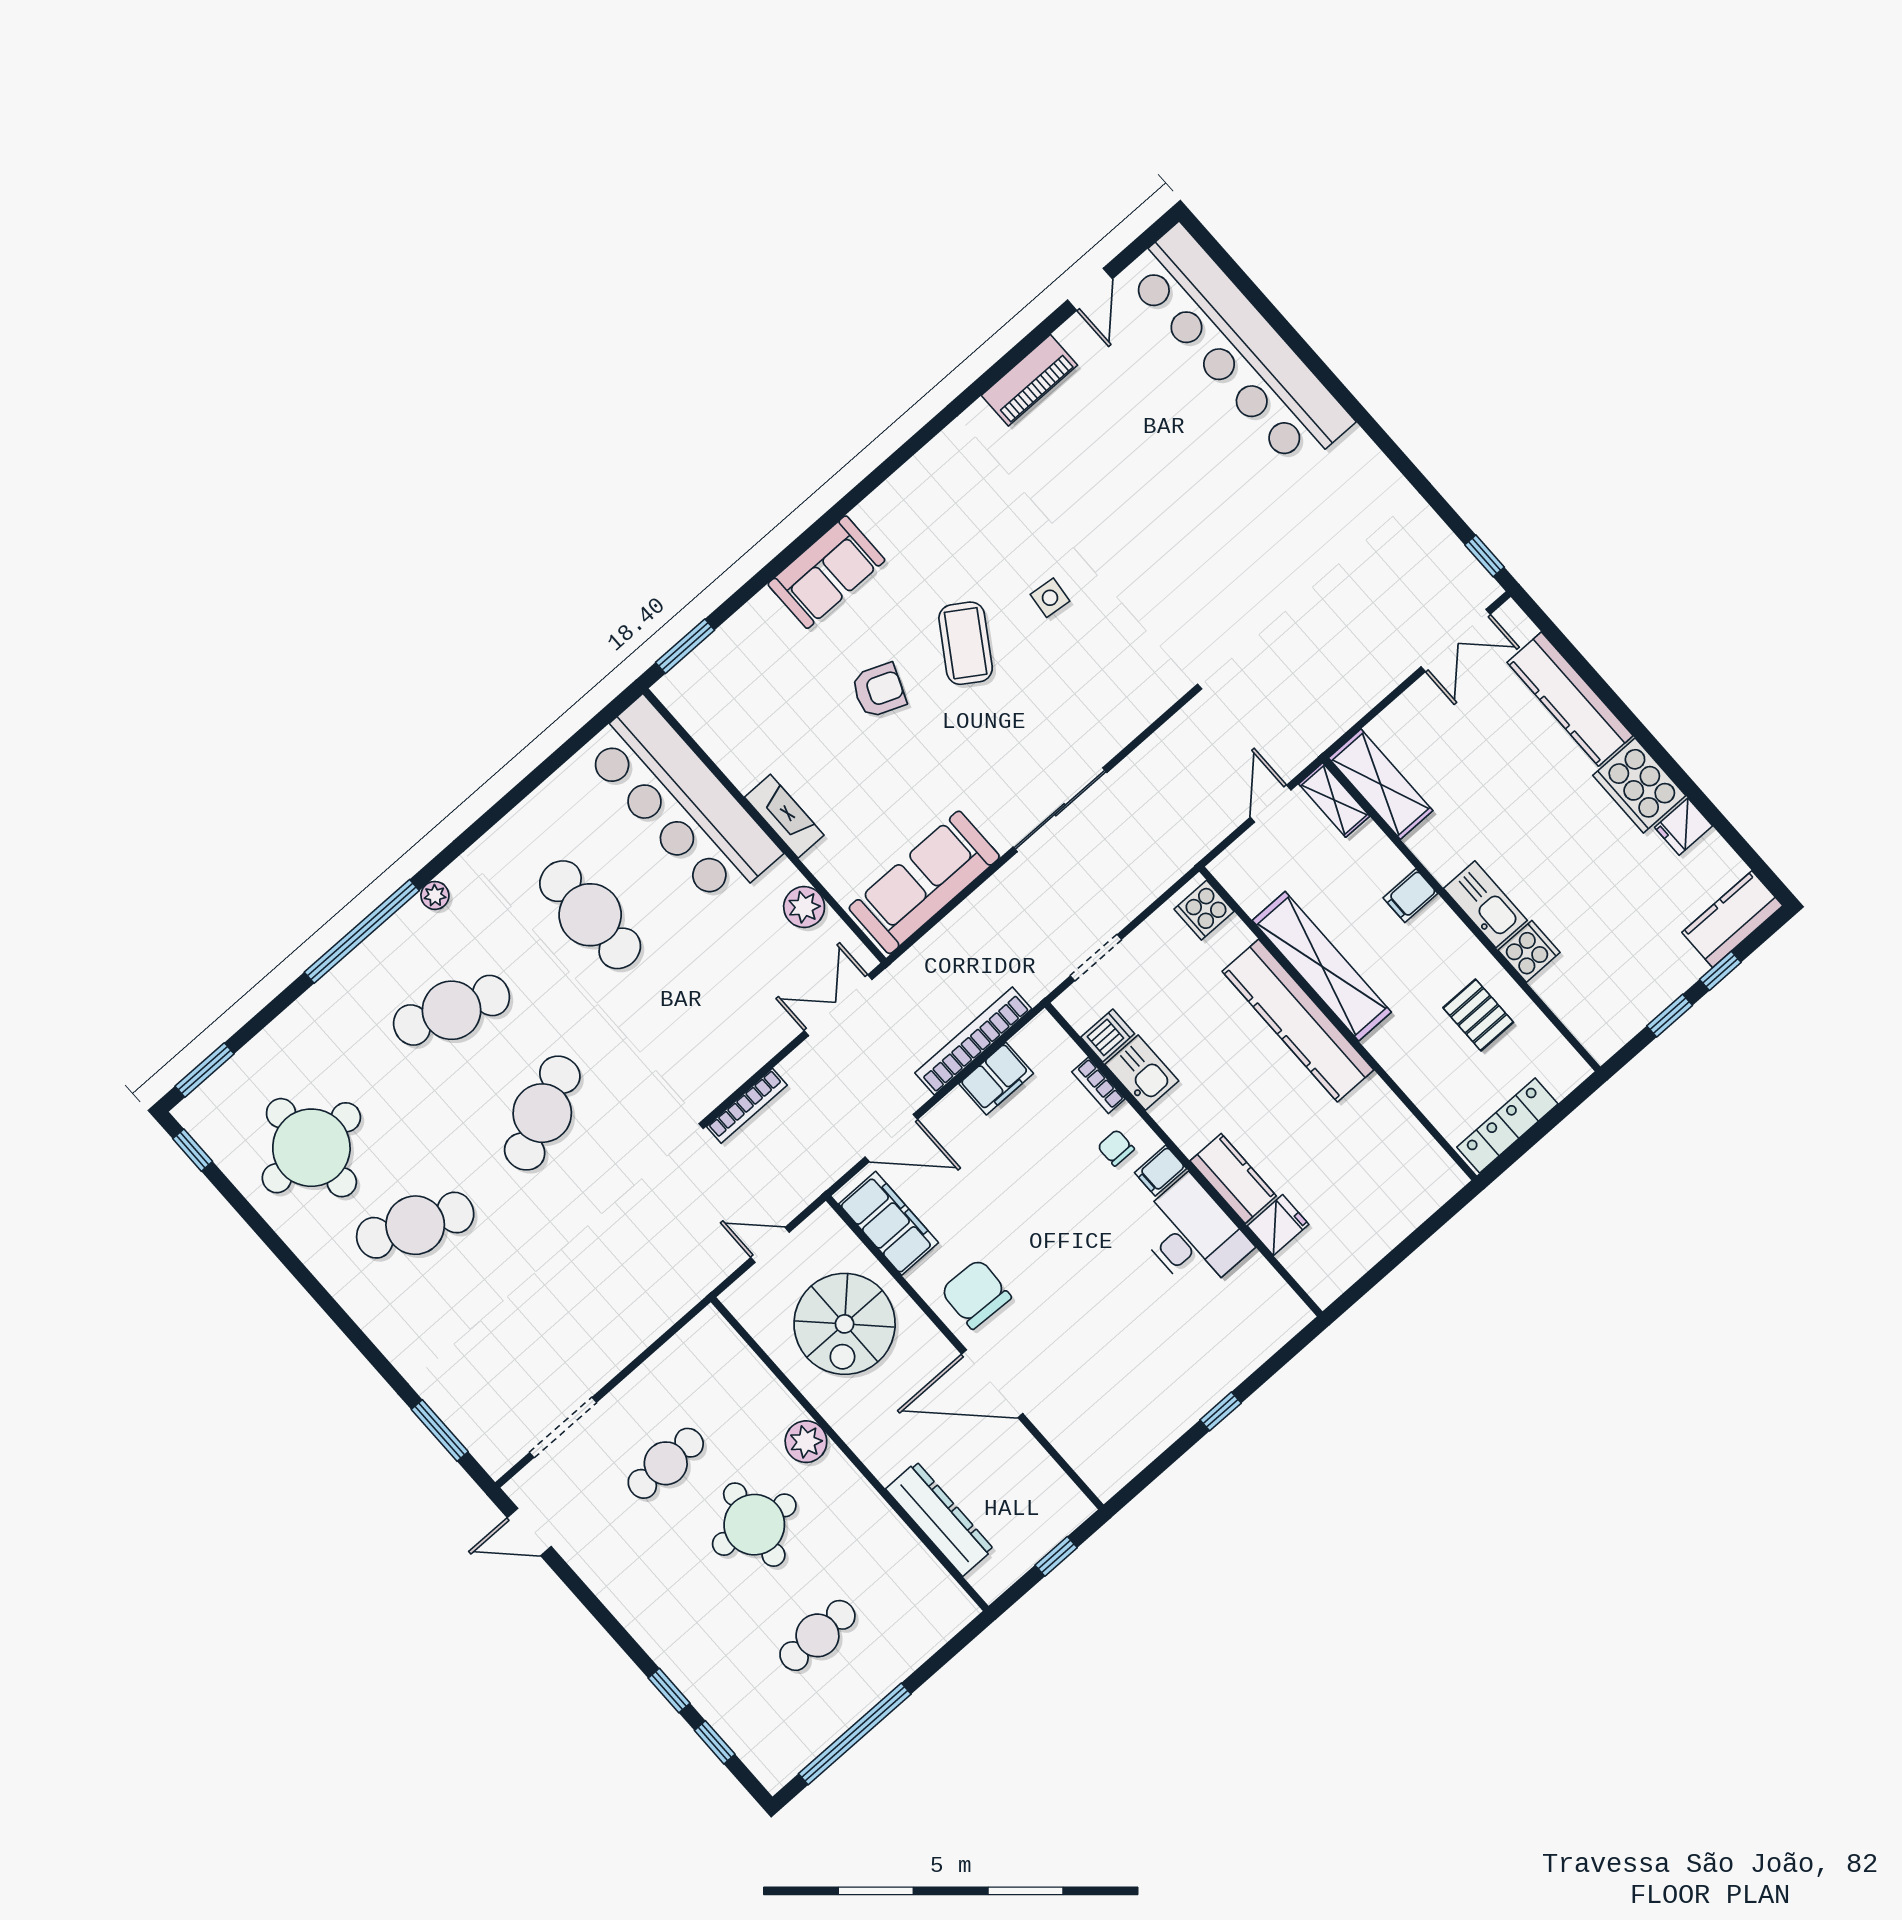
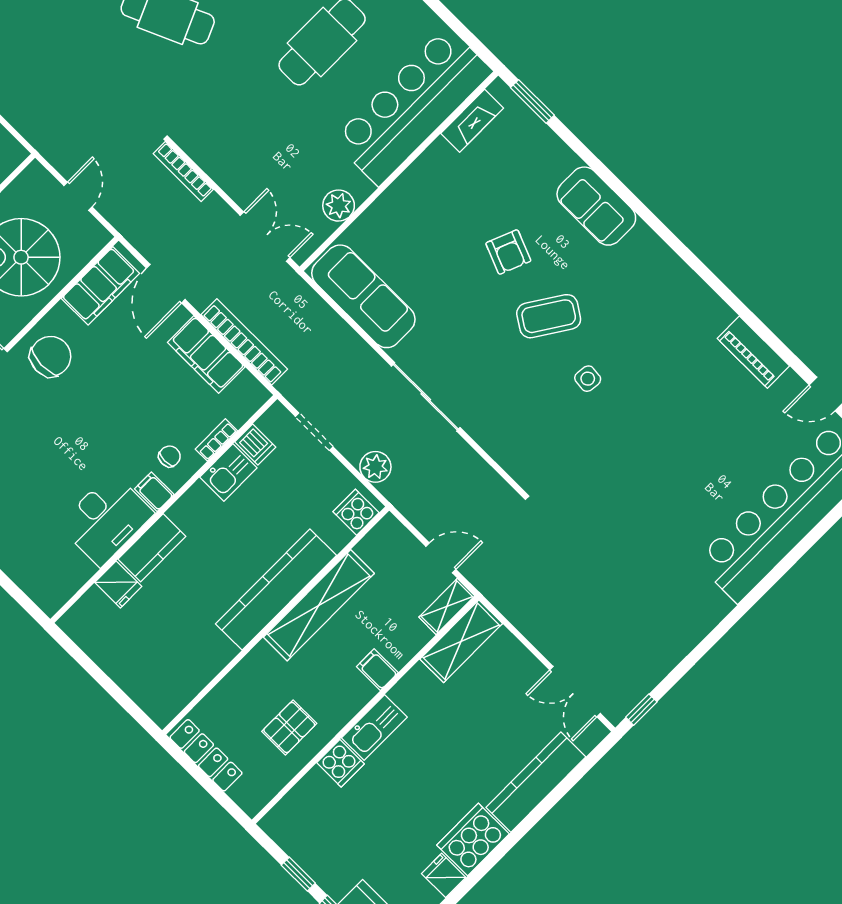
fireplace: (784, 816) -> (472, 121), moved
plant: (1147, 881) -> (375, 467), added
filing cabinet: (996, 1079) -> (206, 355), width x1.50, depth x1.17

